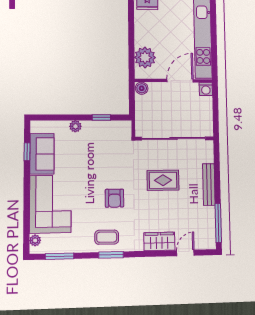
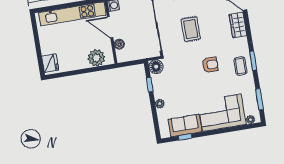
boiler: (142, 88) -> (119, 44), moved
floor lamp: (123, 129) -> (156, 67), added

